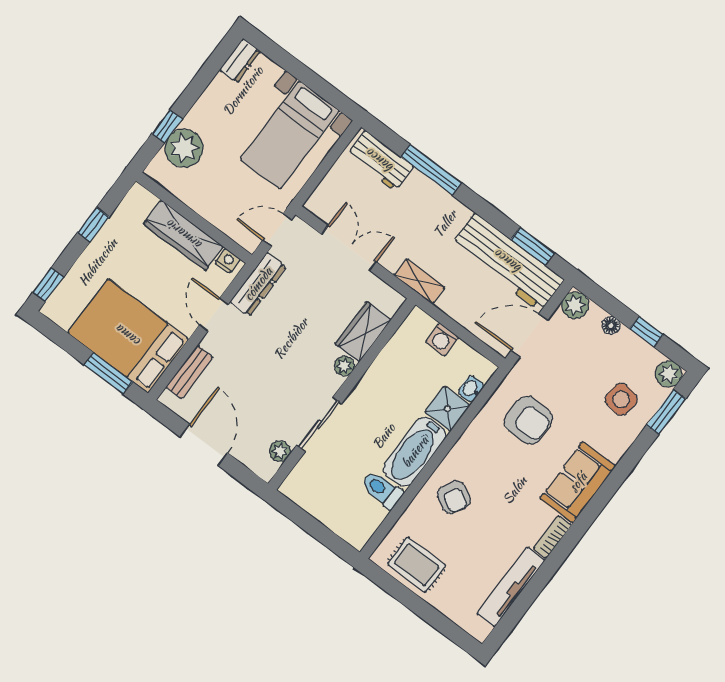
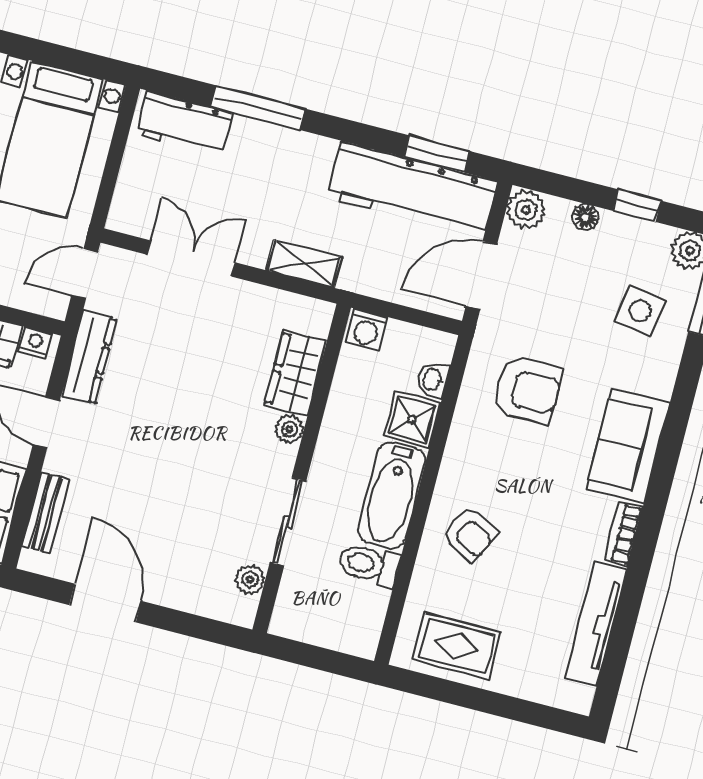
wardrobe: (363, 332) -> (296, 373), moved
plant: (344, 366) -> (289, 429), moved
wall: (342, 394) -> (302, 469), moved
sliding door: (319, 424) -> (288, 522), moved
plant: (280, 451) -> (250, 579), moved

